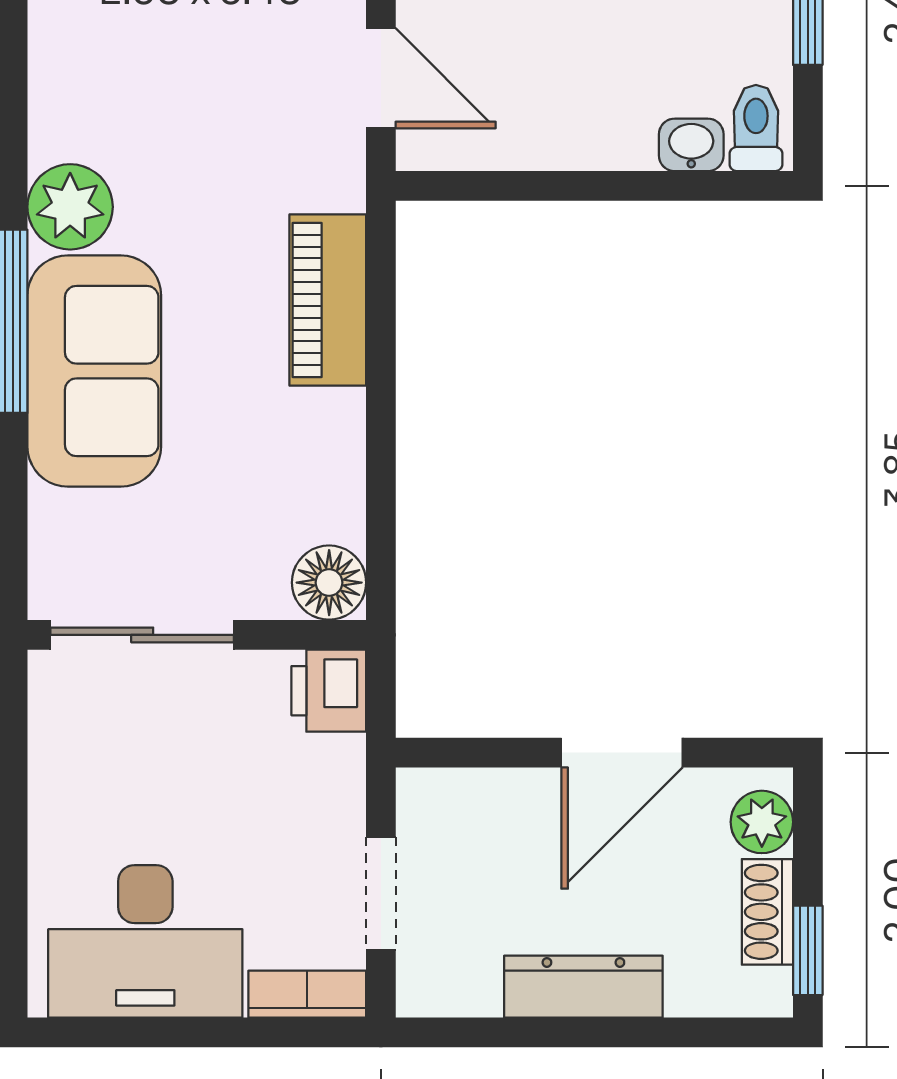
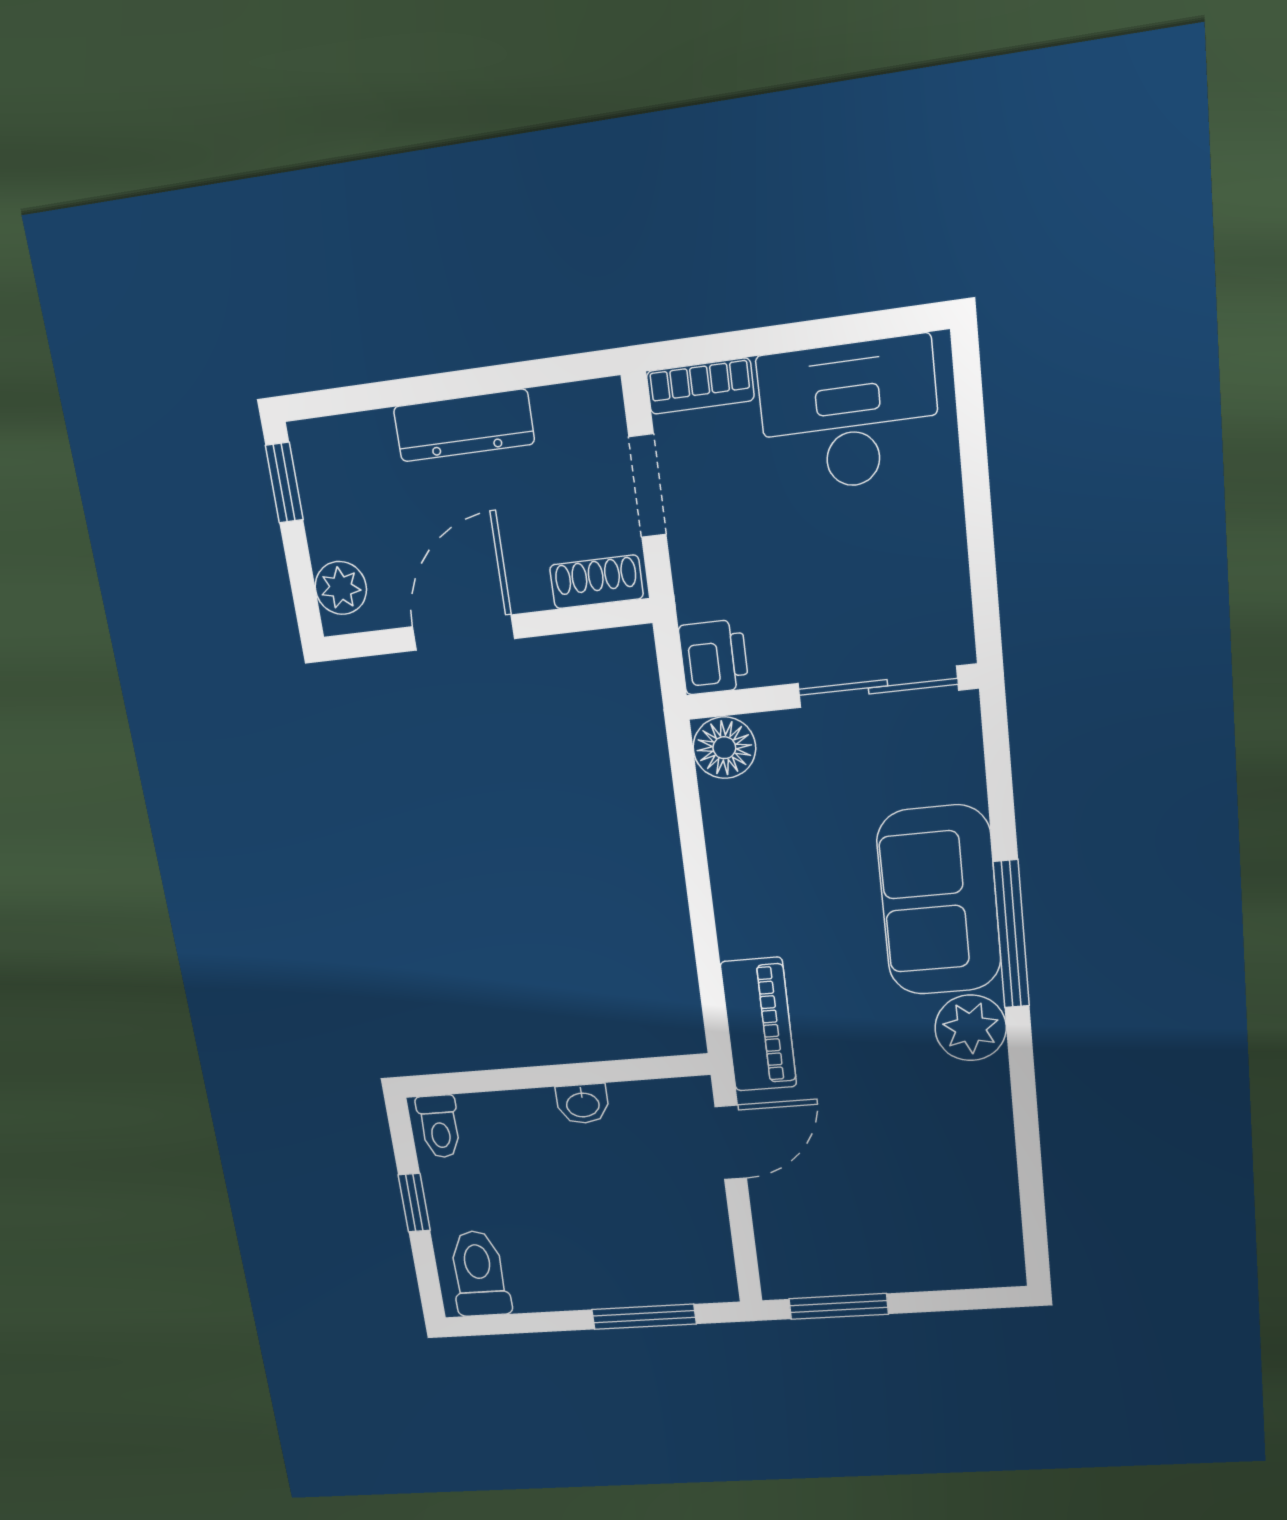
door: (381, 78) -> (731, 1142), swing flipped
washbasin: (691, 145) -> (583, 1104), moved
piano: (328, 300) -> (759, 1025), moved
shoe rack: (767, 912) -> (596, 582), moved, turned -90

